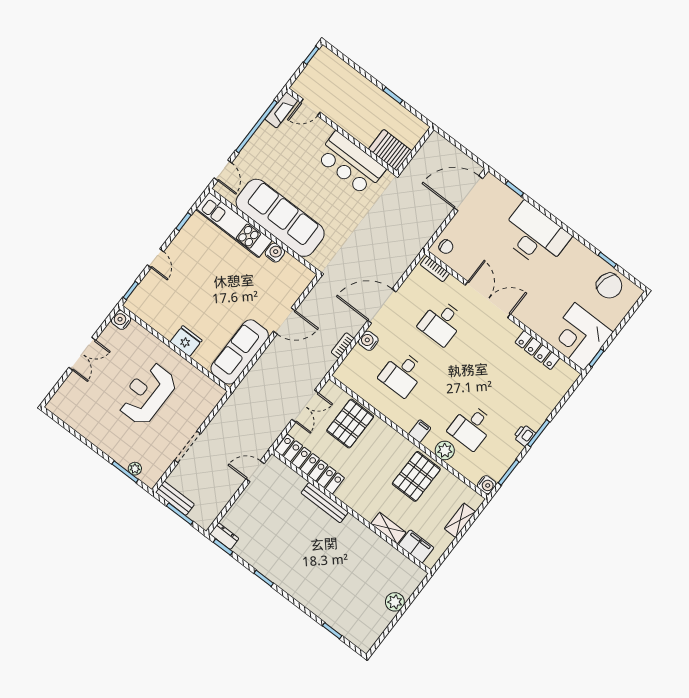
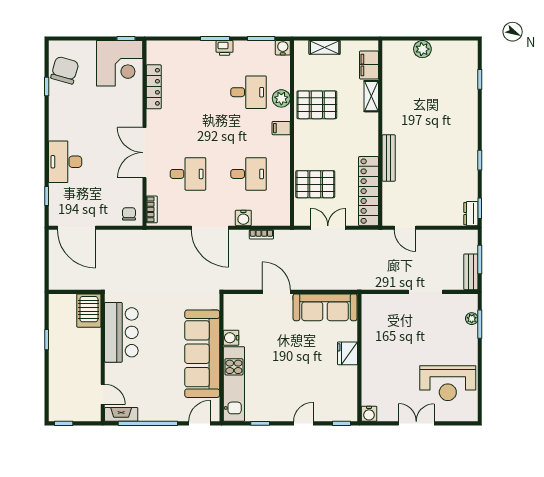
desk: (535, 236) -> (65, 162), width x0.73, depth x0.77
reception desk: (147, 394) -> (448, 383), moved

